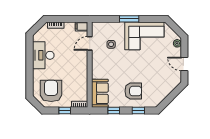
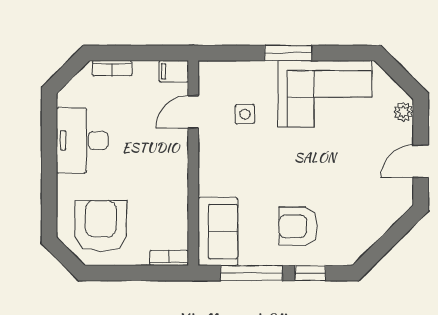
door: (184, 64) -> (421, 161), hinge flipped
armchair: (133, 91) -> (298, 226), turned 180
window: (65, 111) -> (134, 273), removed
window: (114, 111) -> (251, 273), width x2.17

